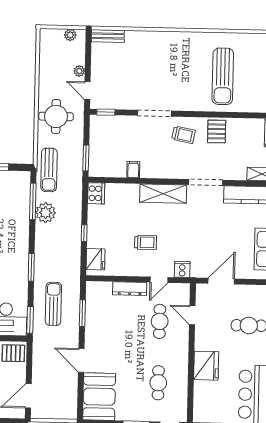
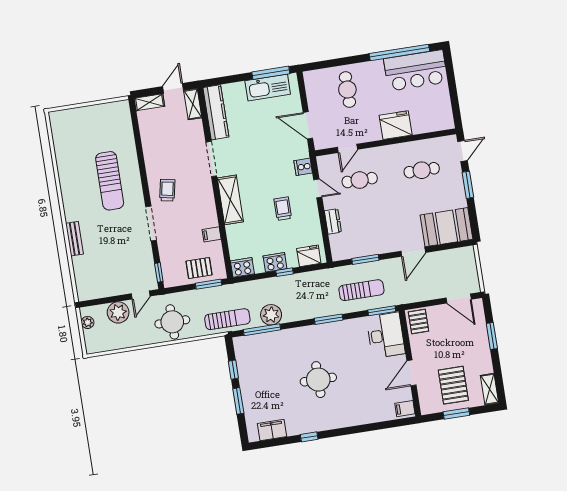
bench: (108, 36) -> (75, 239), moved
plant: (79, 71) -> (118, 312), width x1.88, depth x1.88
sun lounger: (223, 76) -> (110, 181), moved, turned 90
pallet: (217, 131) -> (199, 268), moved
cooker: (95, 226) -> (275, 262), added
dresser: (130, 289) -> (333, 221), width x0.70
sun lounger: (53, 304) -> (361, 290), turned 180

